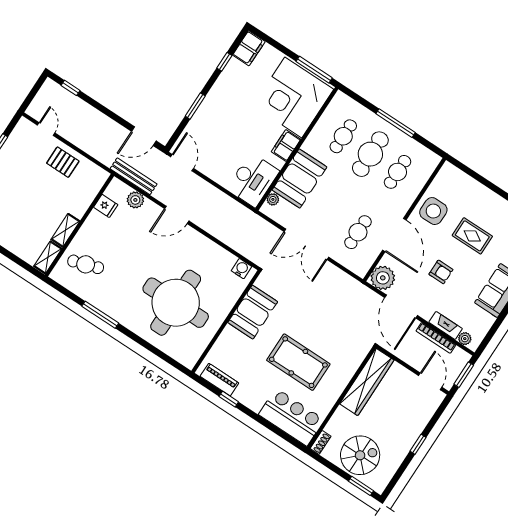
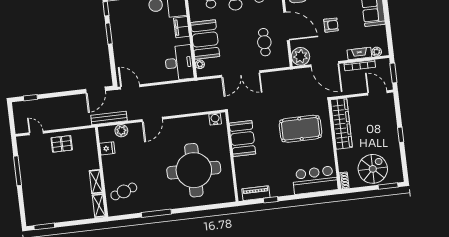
window: (195, 106) -> (109, 34), moved
pool table: (298, 362) -> (300, 129), moved

